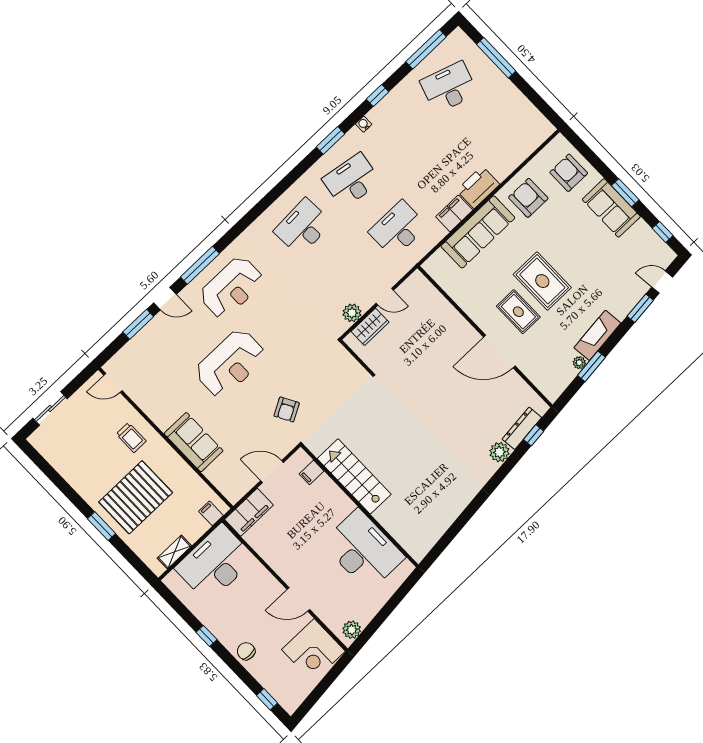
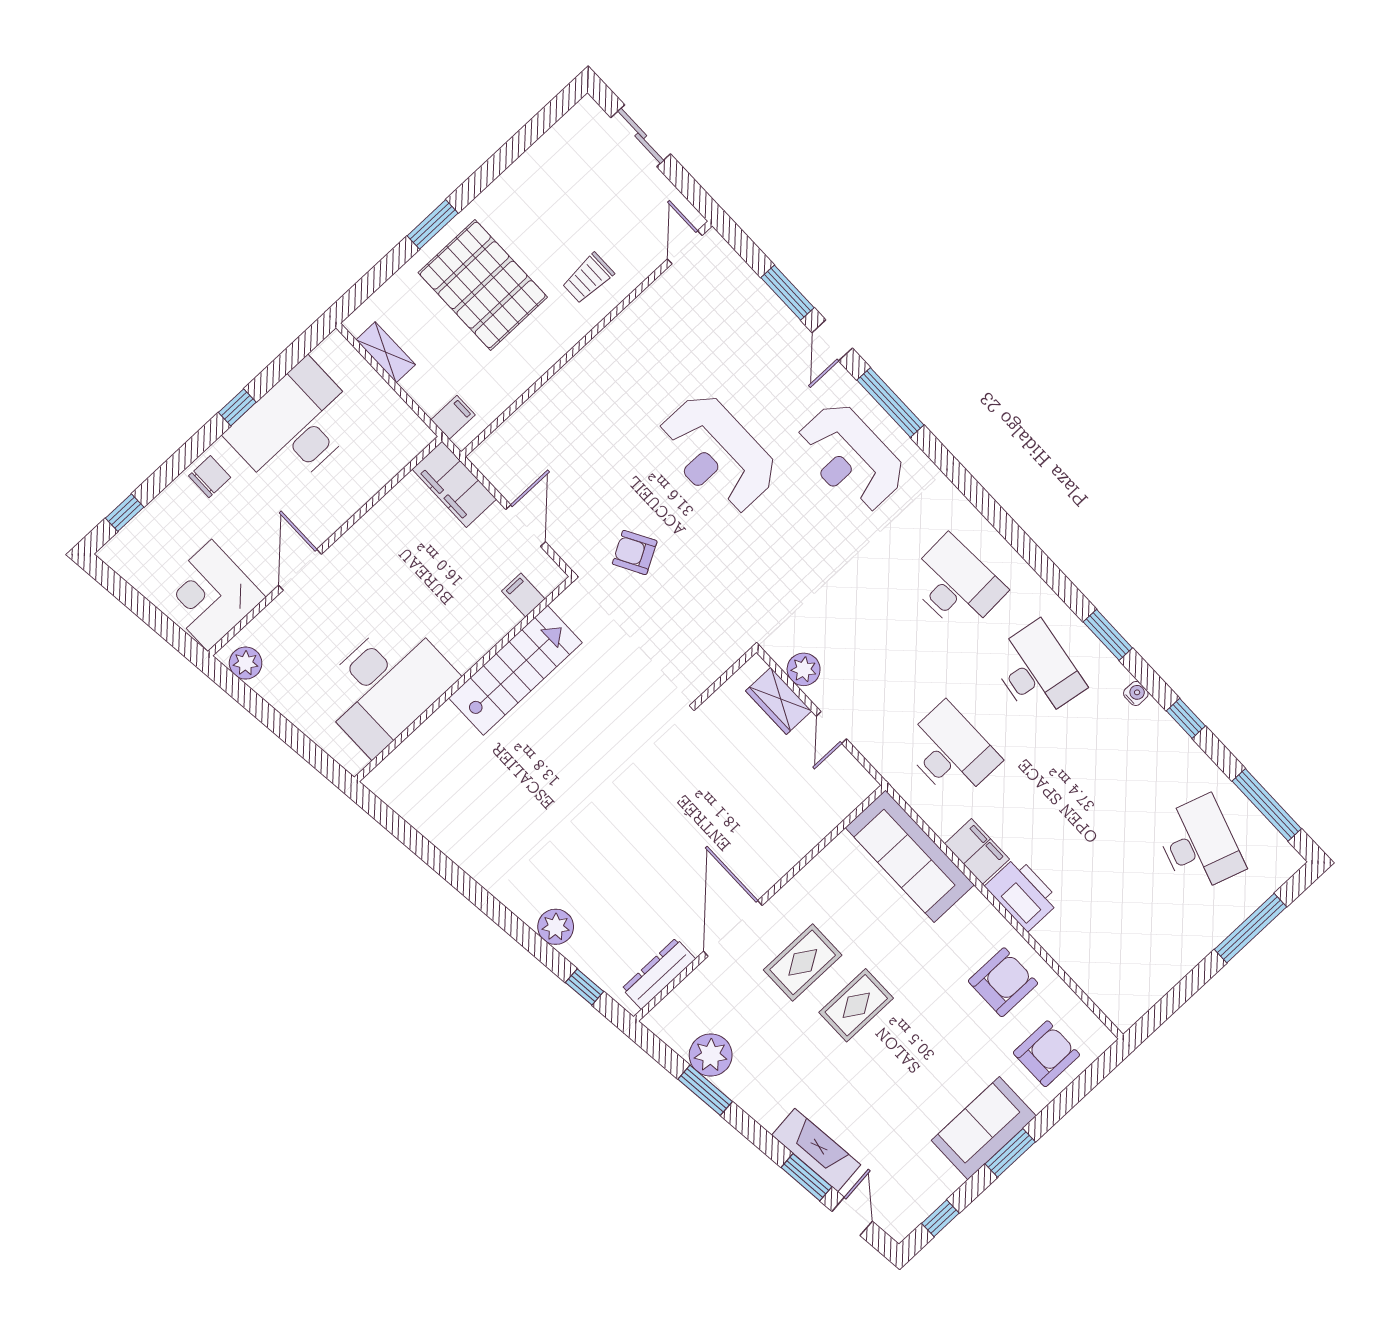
sofa: (478, 232) -> (910, 856), moved
rug: (542, 281) -> (856, 1005), width x0.73, depth x0.70
fireplace: (597, 335) -> (816, 1150), moved
plant: (579, 363) -> (711, 1055), width x1.87, depth x1.87
dresser: (522, 428) -> (659, 974), moved, turned -84
sofa: (194, 442) -> (579, 388), removed
desk: (215, 563) -> (295, 427), moved, turned -90

